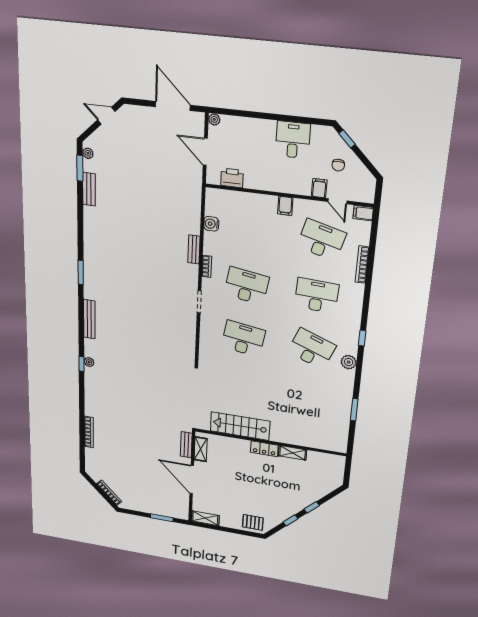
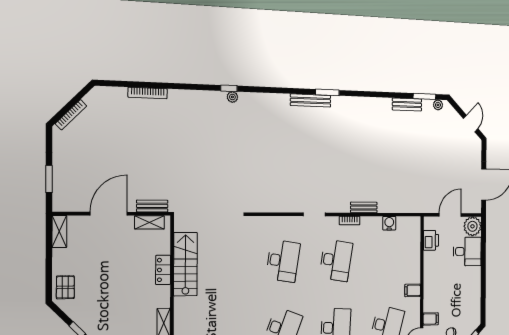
plant: (214, 119) -> (472, 226), width x1.88, depth x1.88
desk: (293, 140) -> (467, 251), moved
bench: (89, 319) -> (311, 100), moved
locker: (264, 449) -> (163, 270), moved

